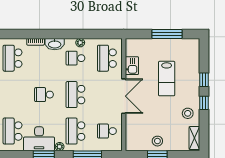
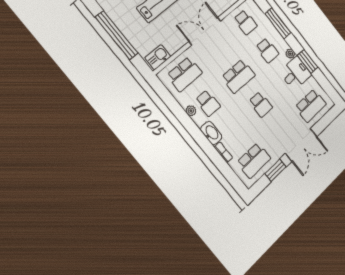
window: (167, 34) -> (117, 35), width x1.46
kitchen sink: (132, 66) -> (158, 57), moved
school desk: (75, 131) -> (267, 50), width x0.54
desk: (39, 139) -> (296, 73), width x0.73

